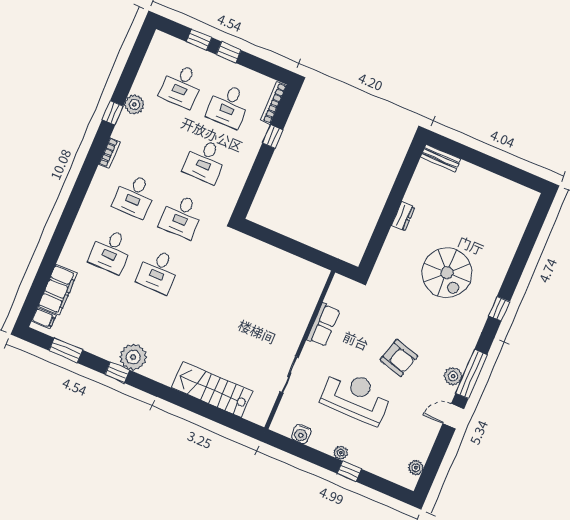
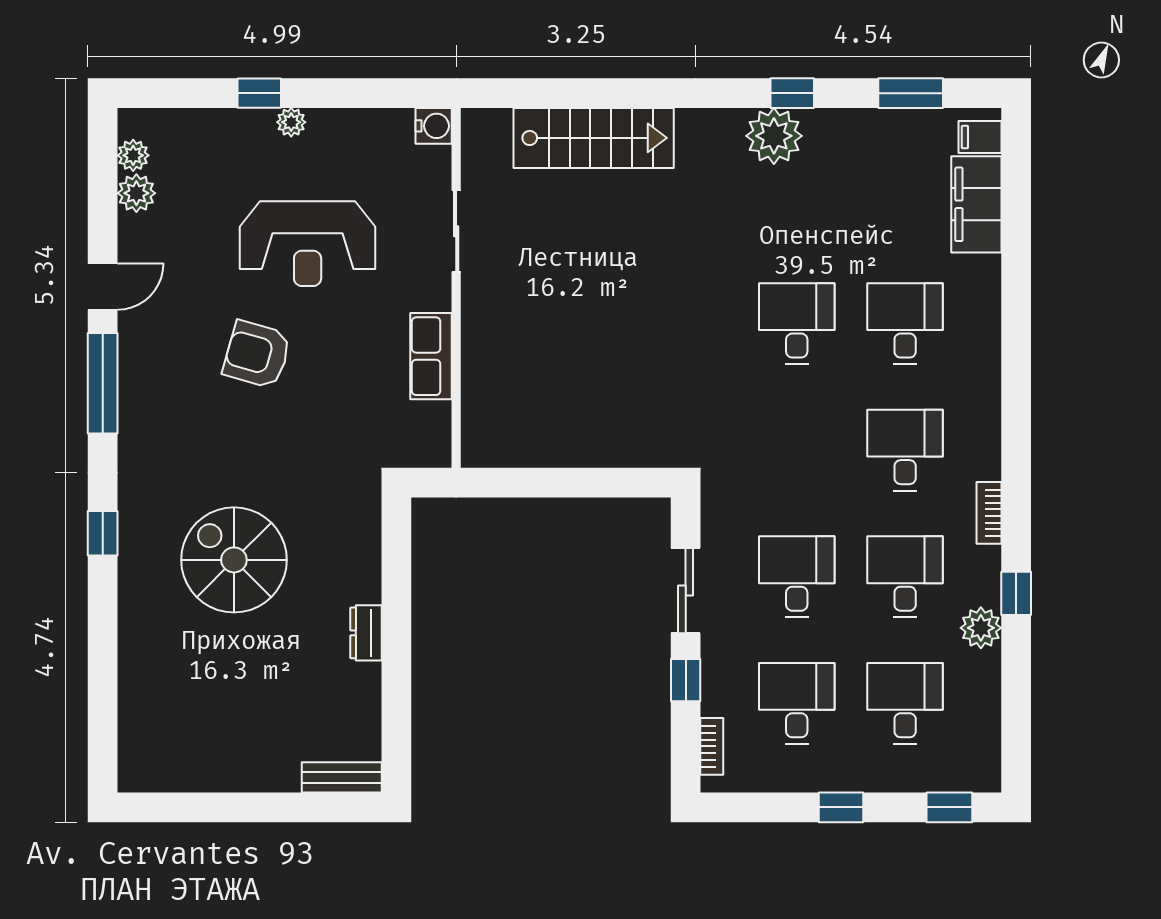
window: (199, 40) -> (949, 807), moved
bookcase: (274, 103) -> (712, 746), width x0.64
sliding door: (256, 175) -> (686, 591), added
desk: (182, 216) -> (905, 577), moved
plant: (453, 376) -> (136, 193), moved
water cooler: (301, 434) -> (434, 126), moved, turned 90

